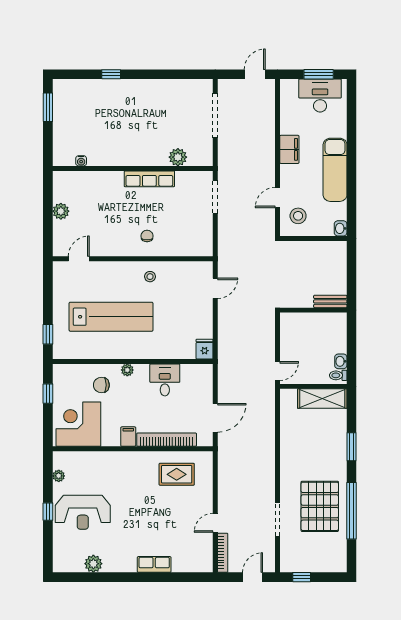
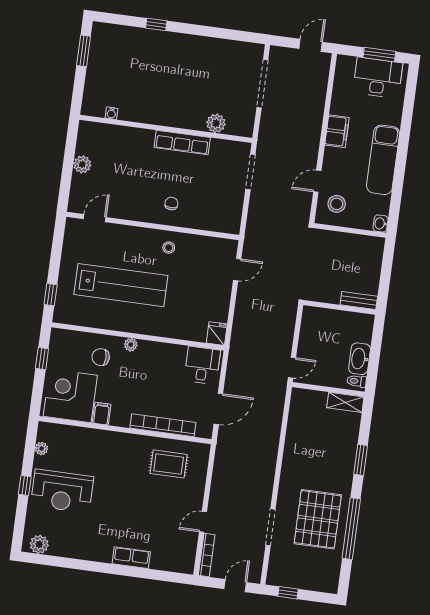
washbasin: (341, 361) -> (360, 359), width x1.91, depth x1.45
desk: (165, 380) -> (202, 365), moved
shelving: (322, 399) -> (345, 402), width x0.67, depth x0.75
filing cabinet: (128, 437) -> (102, 414), moved
plant: (93, 564) -> (39, 544), moved

